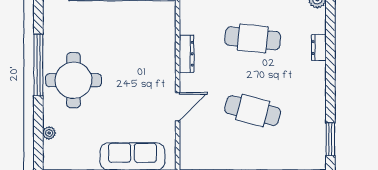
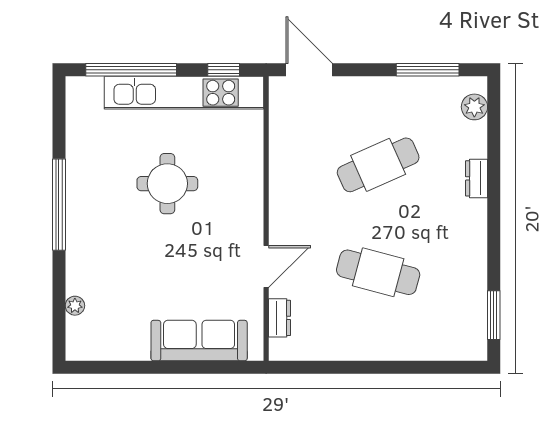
cafe table: (253, 38) -> (378, 165), turned -30
dresser: (187, 54) -> (280, 318), moved, width x0.70
round table: (73, 80) -> (167, 184), moved, width x0.73, depth x0.73

